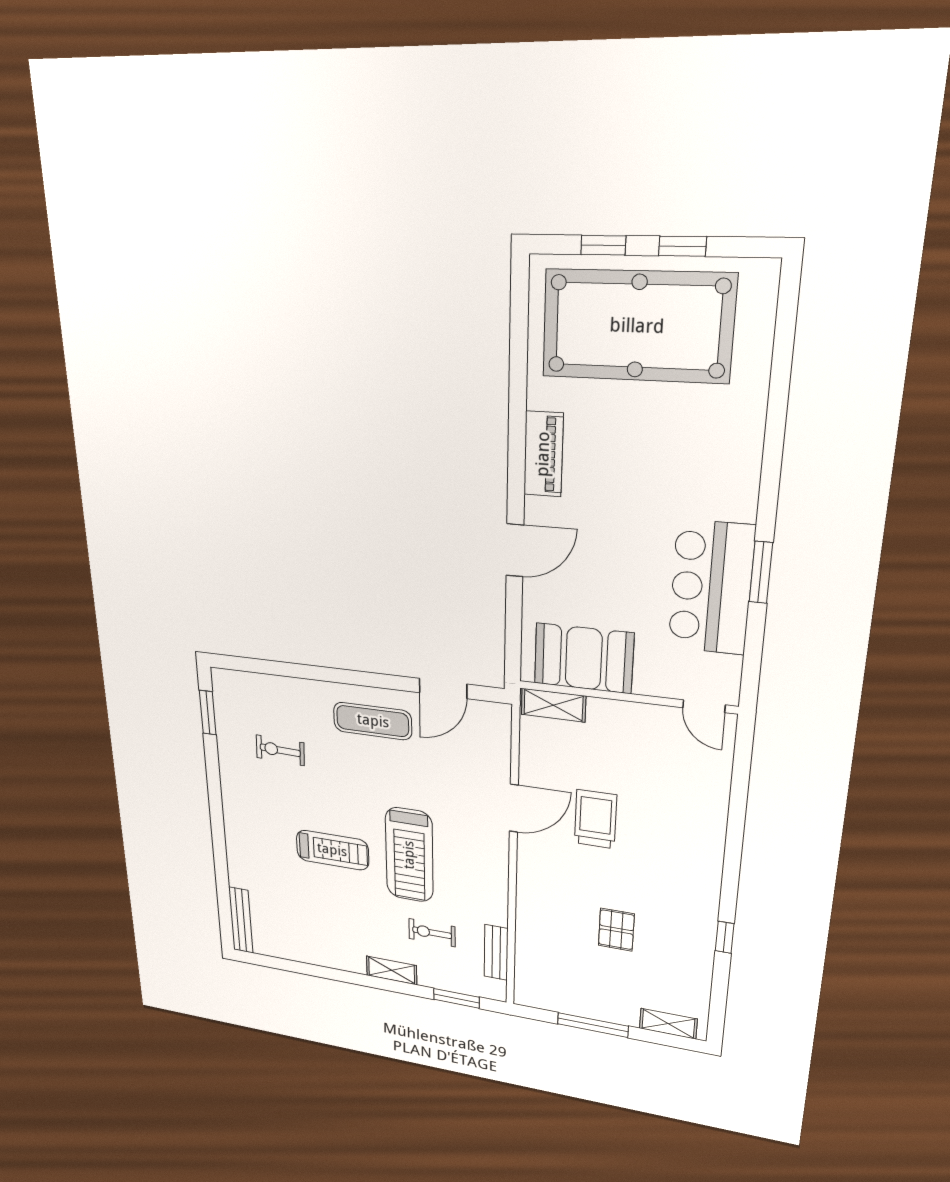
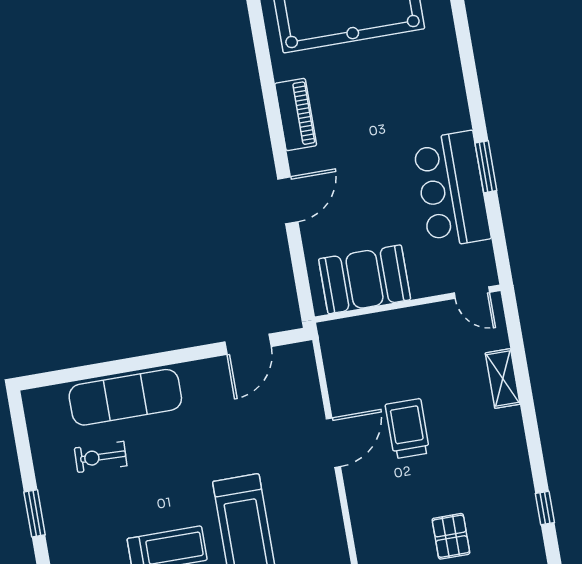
shelving: (553, 705) -> (503, 379), moved, turned 90
window: (208, 713) -> (35, 513), moved
exercise mat: (373, 721) -> (125, 397), moved, width x1.36, depth x1.45

